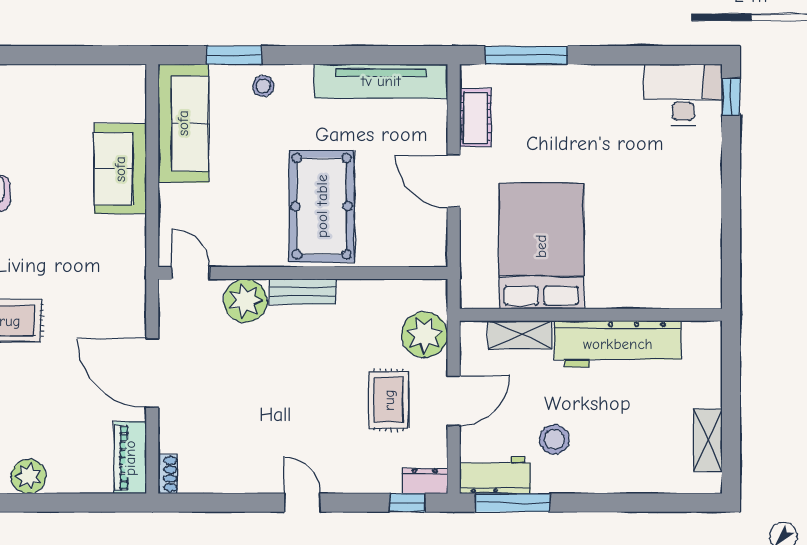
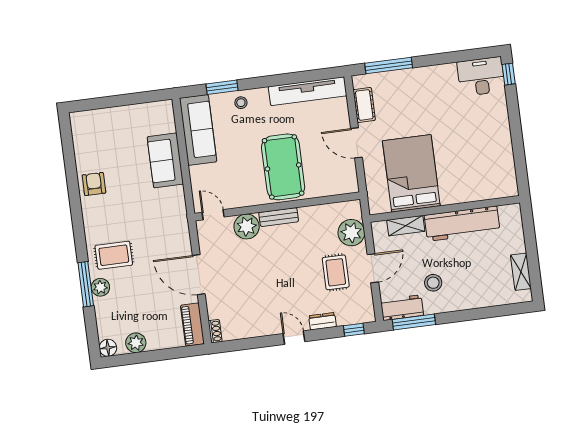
dresser: (425, 481) -> (323, 321), moved

